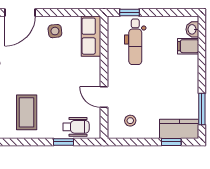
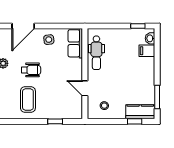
window: (129, 13) -> (138, 26), moved
dental chair: (135, 42) -> (96, 53), moved
wheelchair: (76, 127) -> (31, 70), moved

